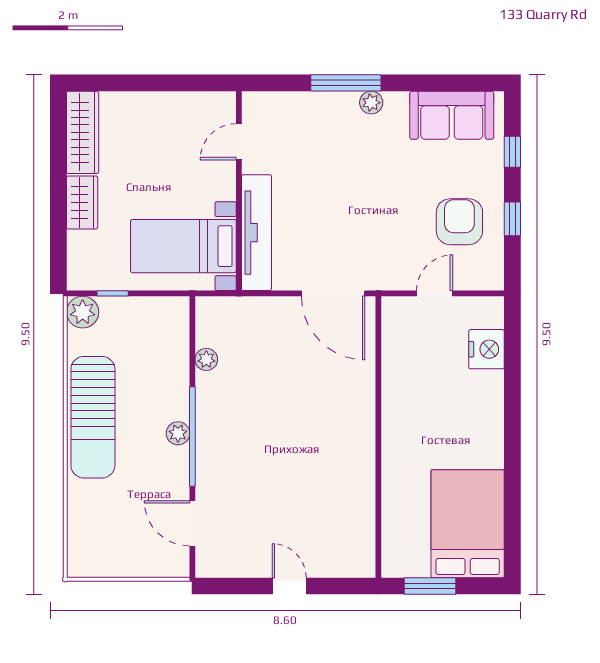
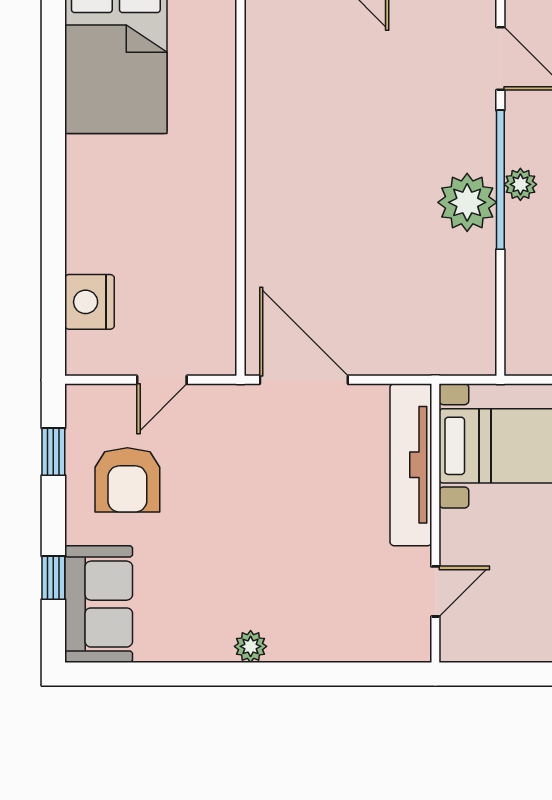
window: (346, 83) -> (286, 674), removed
sofa: (452, 115) -> (99, 604), moved, turned 90
window: (512, 219) -> (53, 452), moved
plant: (206, 359) -> (467, 202), moved, width x1.88, depth x1.88

